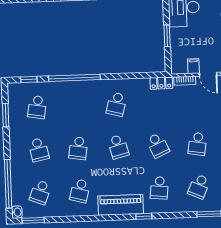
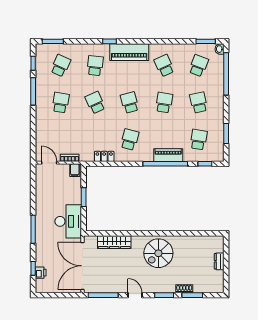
filing cabinet: (193, 66) -> (75, 170), moved
locker: (161, 83) -> (104, 156), moved
piano: (71, 88) -> (168, 155), added
school desk: (80, 191) -> (164, 66), turned -39

